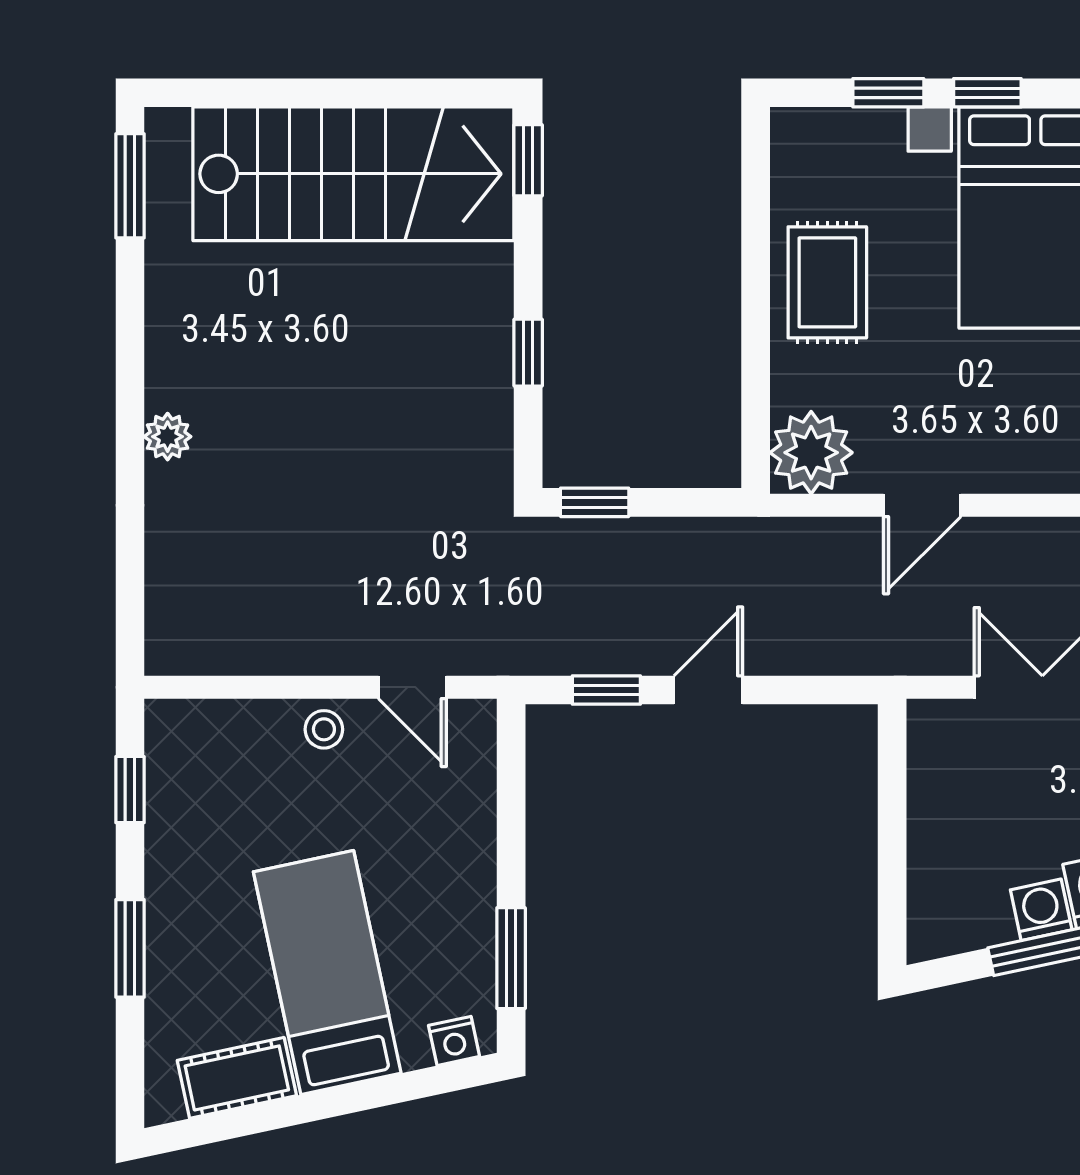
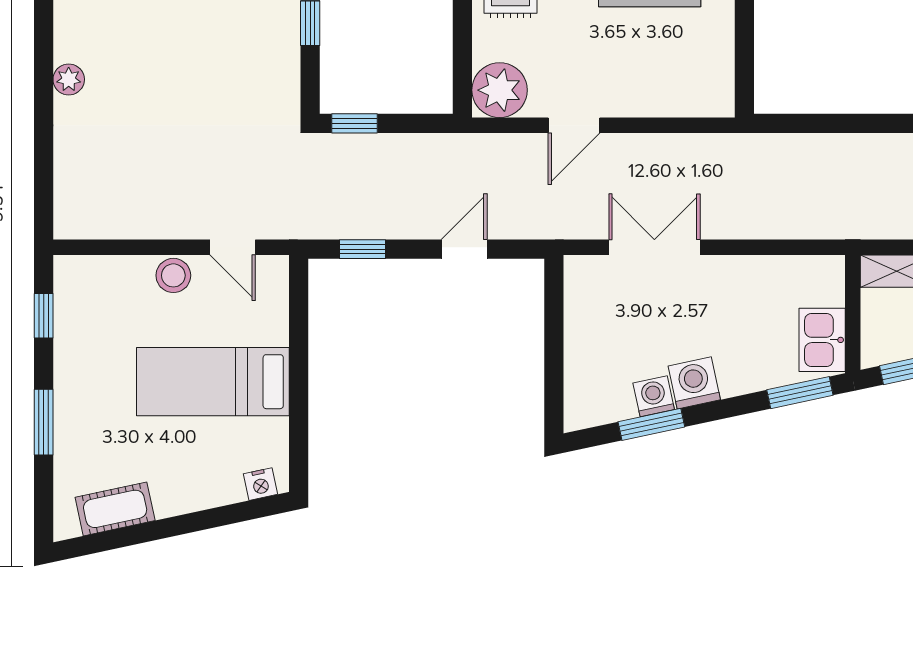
door: (708, 690) -> (464, 249), moved
stool: (324, 729) -> (173, 275), width x1.37, depth x1.37
window: (511, 958) -> (299, 429), removed
bed: (327, 973) -> (213, 382), moved, turned -78

